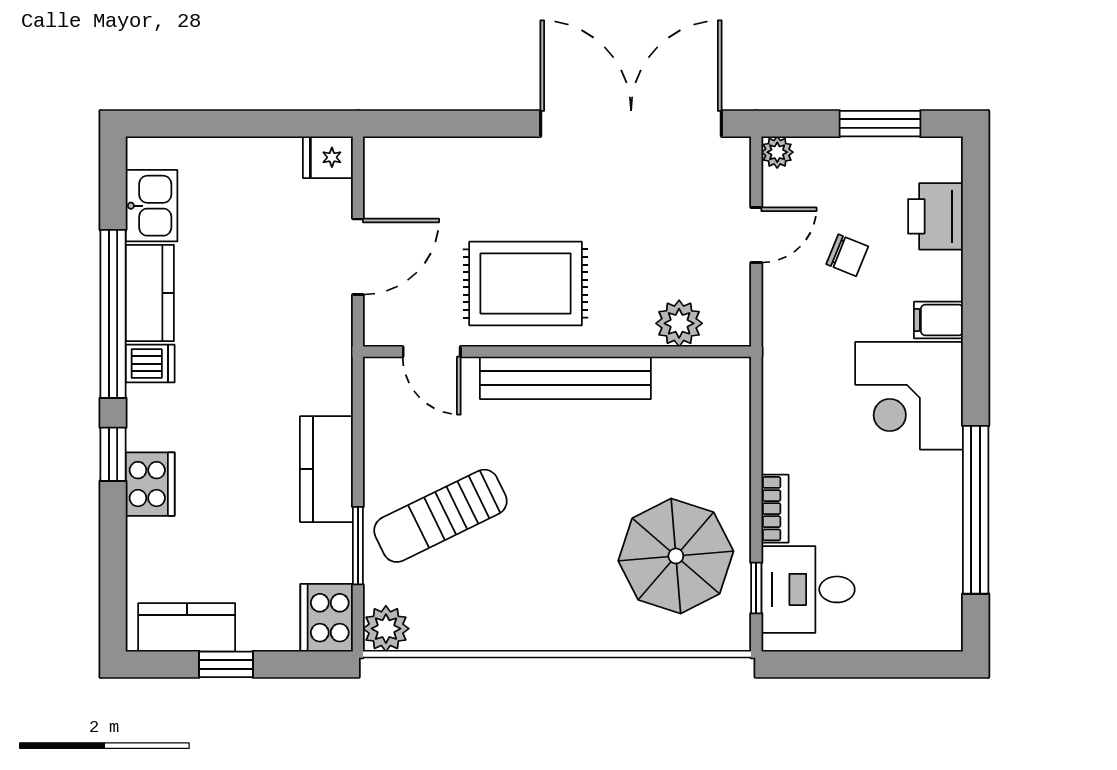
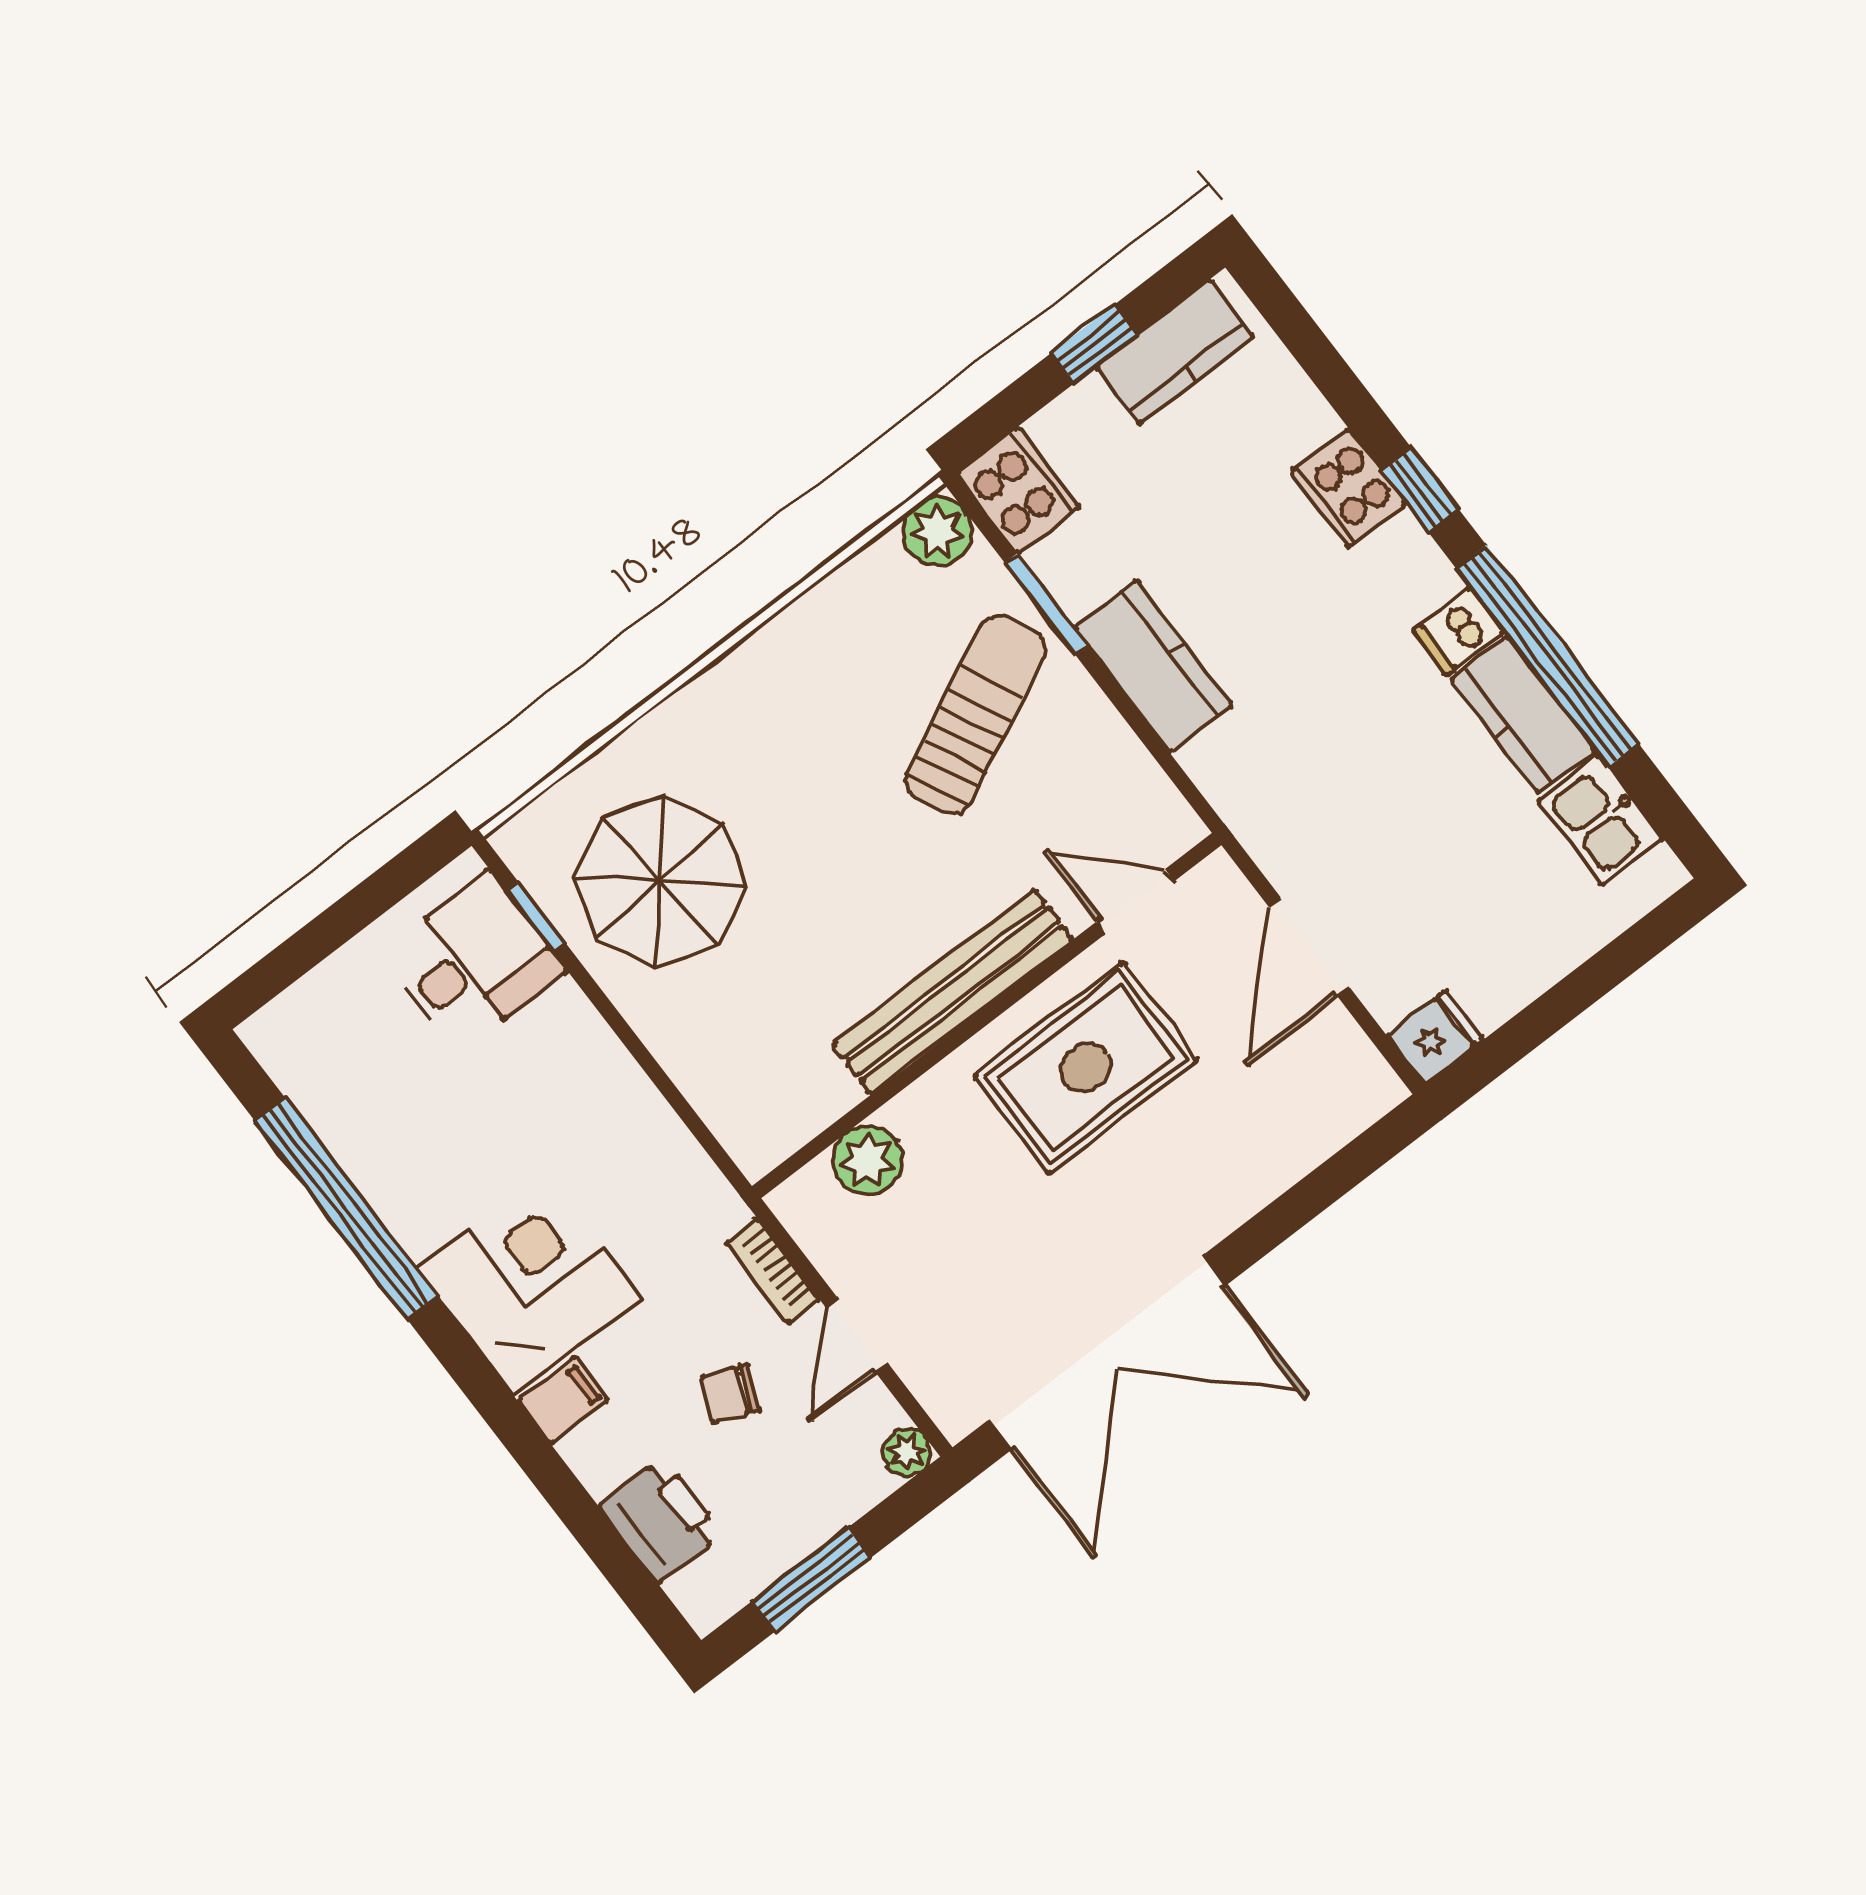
bookcase: (775, 509) -> (772, 1271), moved

